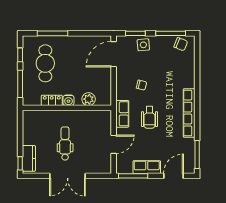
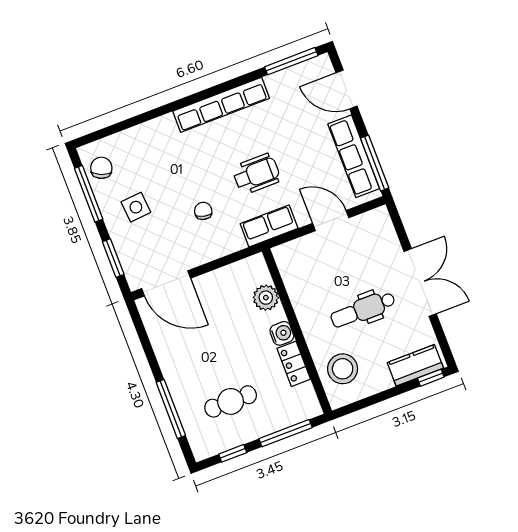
side table: (143, 45) -> (136, 207), moved
cafe table: (45, 63) -> (231, 401), width x0.73, depth x0.74
stool: (40, 123) -> (343, 369), added
row of seats: (147, 167) -> (354, 156), width x1.48

